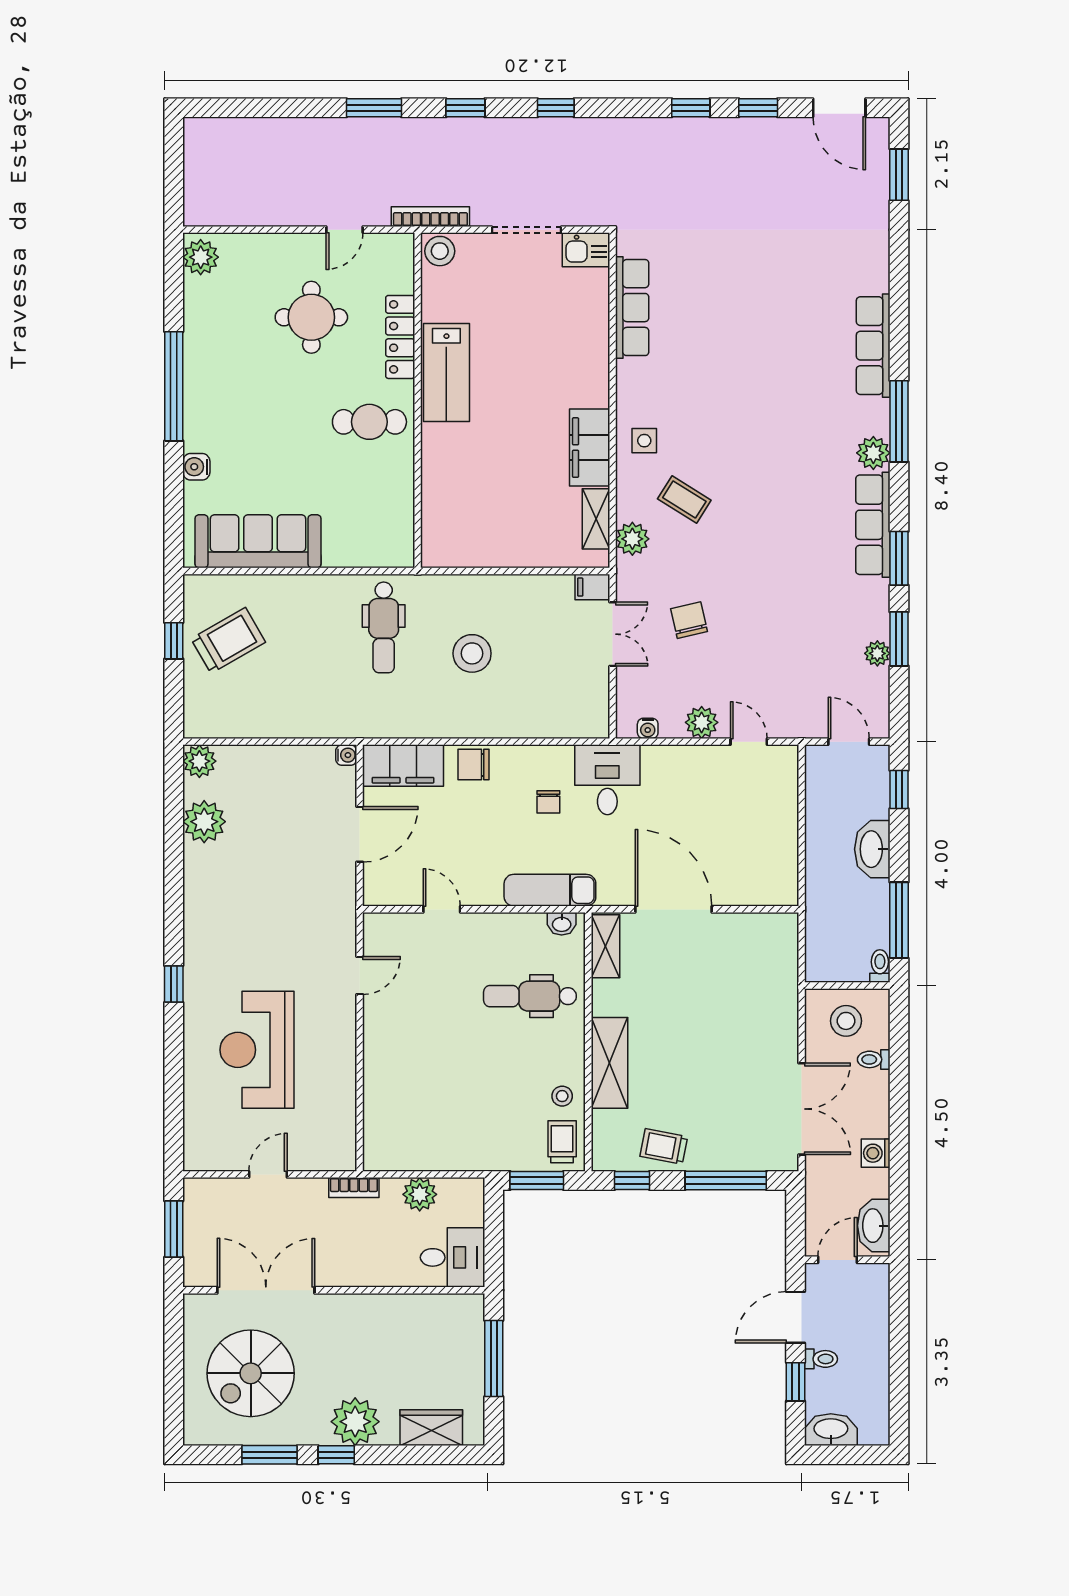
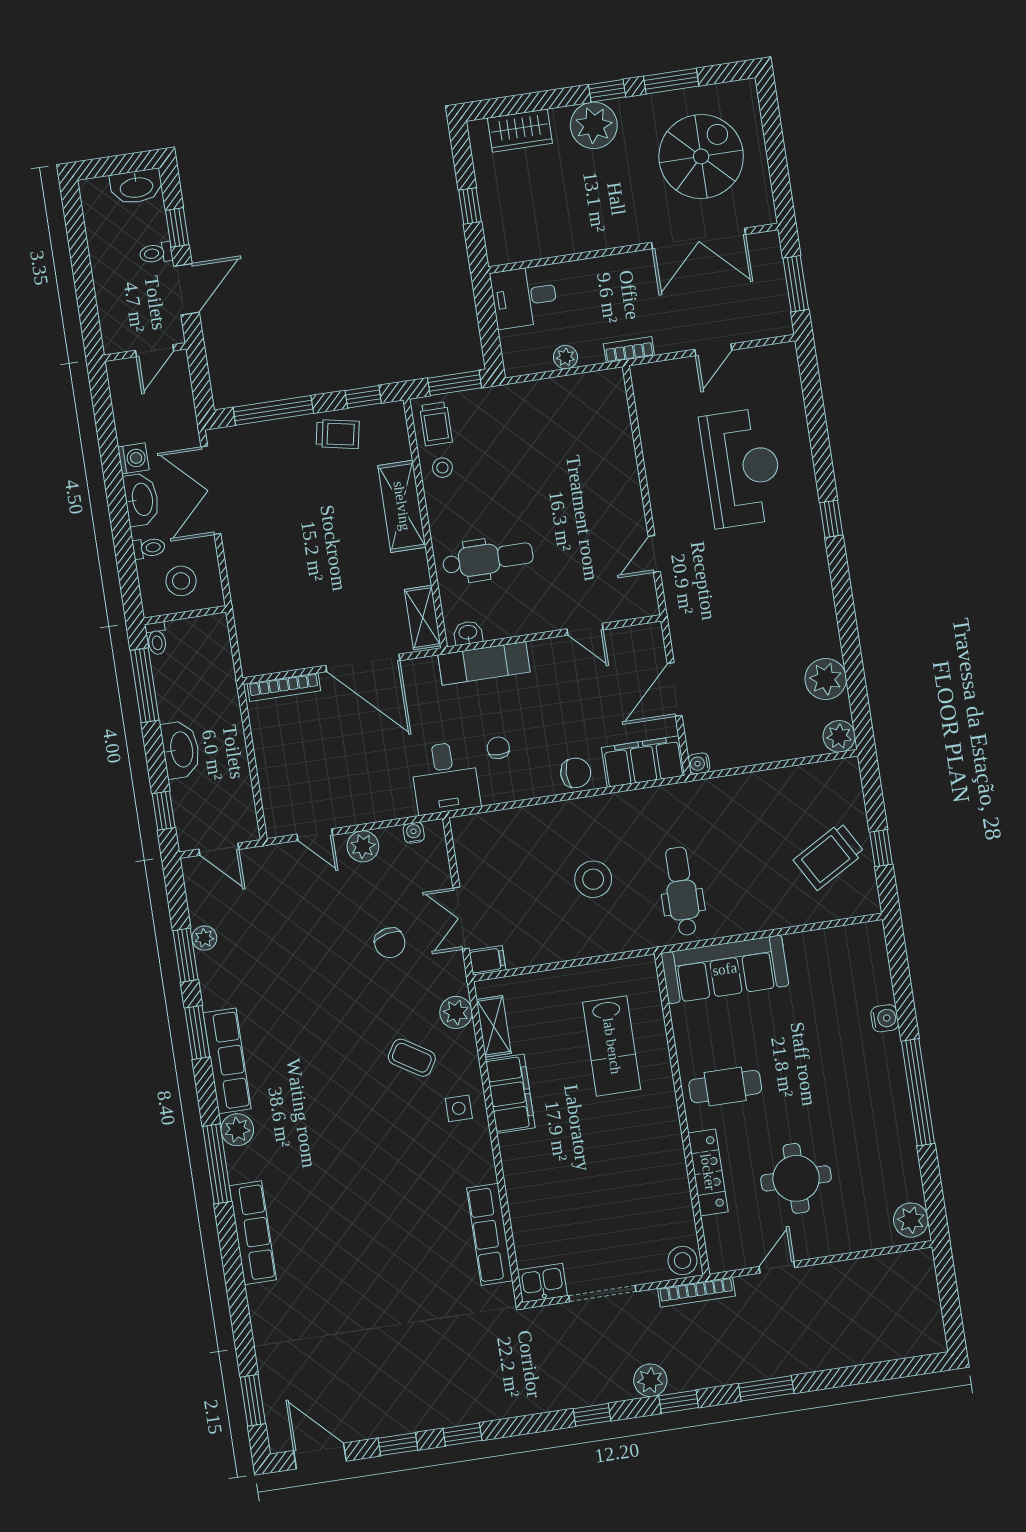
plant: (491, 134) -> (650, 1380), added
lab bench: (446, 372) -> (612, 1046), moved, turned 180
sofa: (258, 541) -> (725, 969), moved
bookcase: (758, 897) -> (284, 687), added
plant: (420, 1194) -> (565, 357), width x0.73, depth x0.73
washbasin: (874, 1226) -> (141, 499), moved
window: (494, 1359) -> (470, 206), width x0.46

